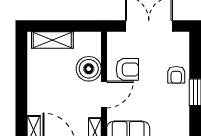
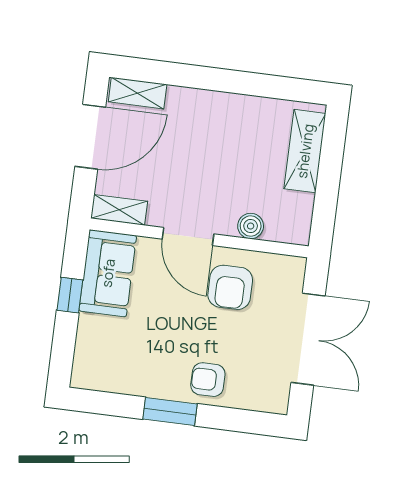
boiler: (89, 69) -> (251, 226), width x0.54, depth x0.54

